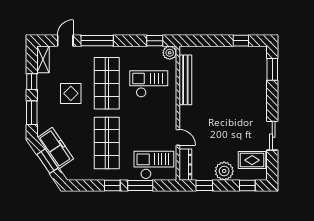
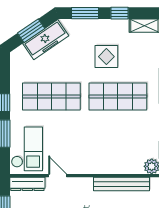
checkout: (149, 84) -> (117, 143), removed
door: (178, 137) -> (58, 176), swing flipped

